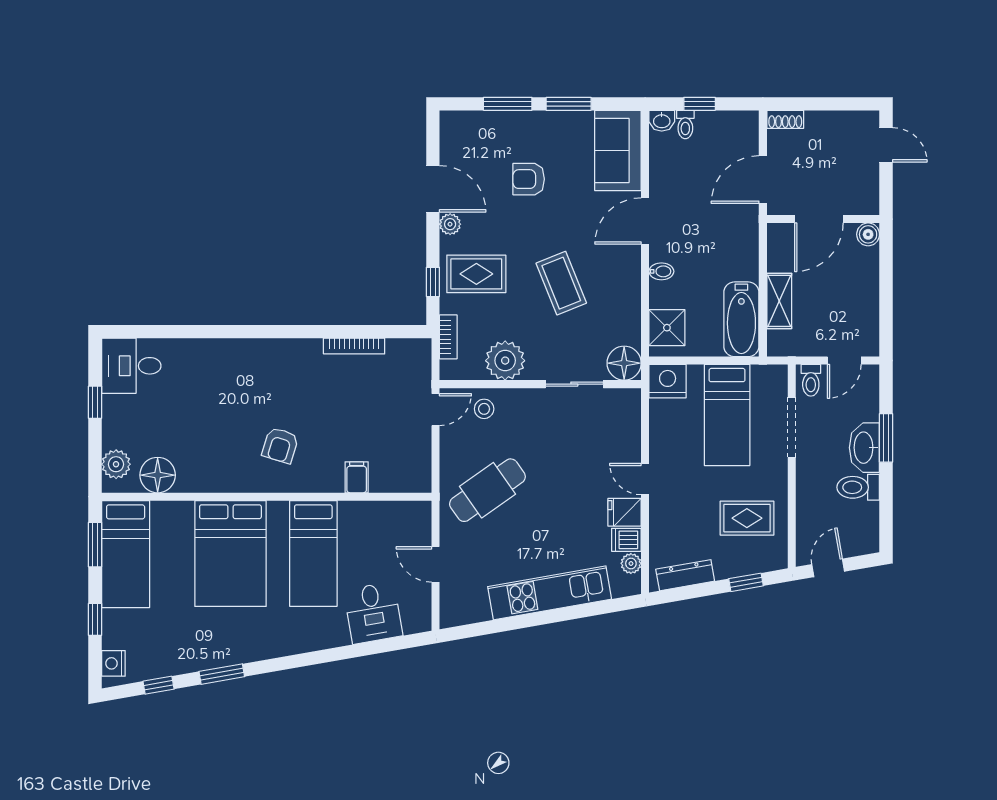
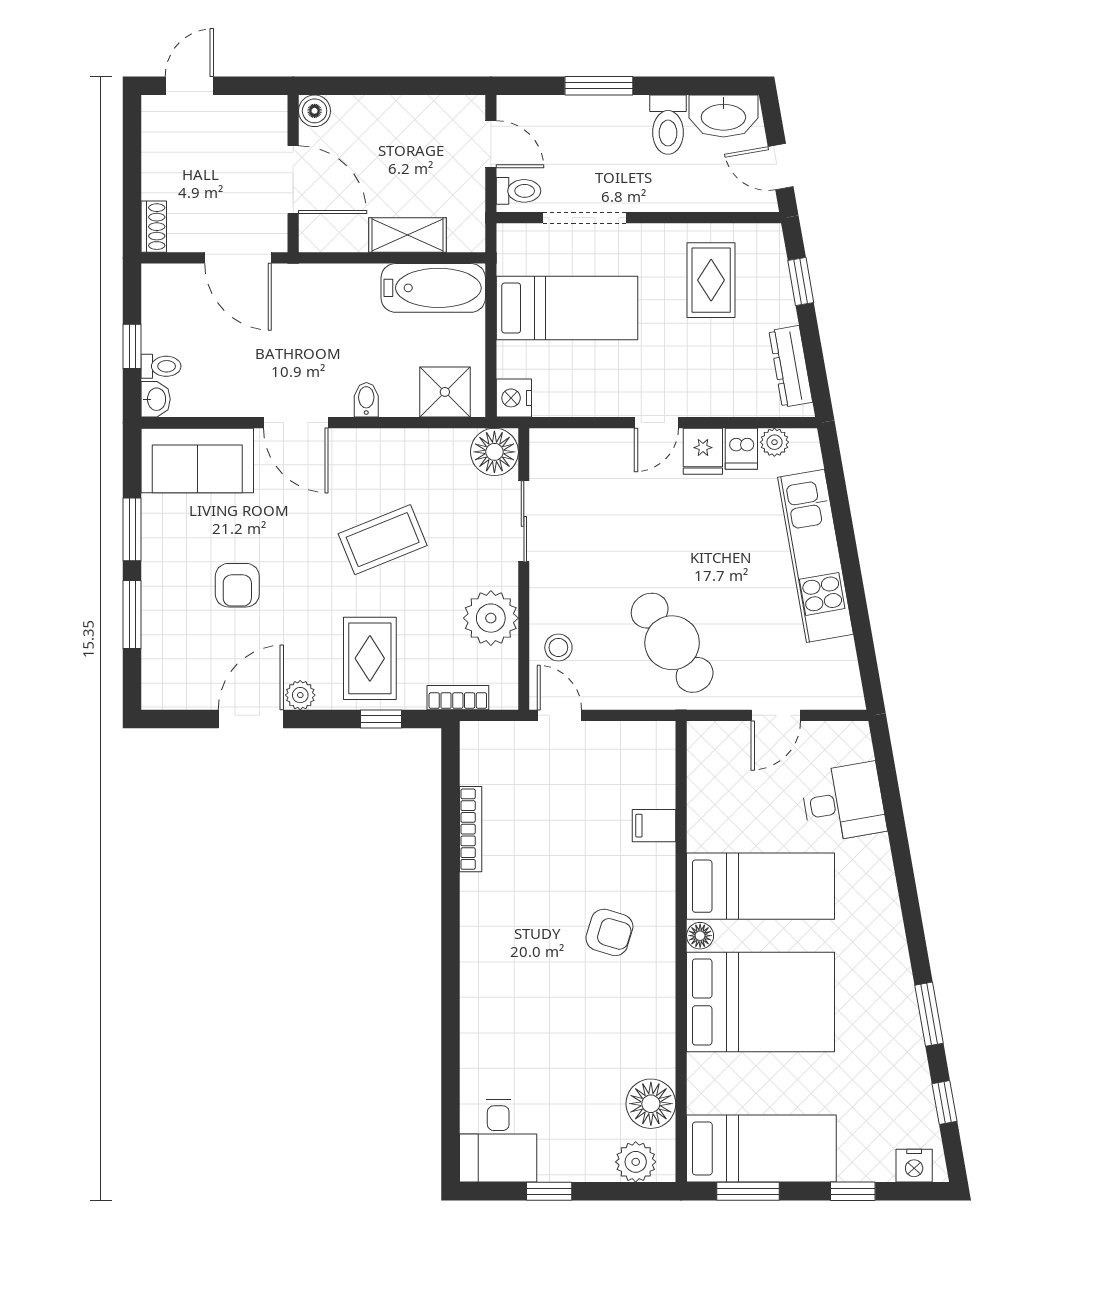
nightstand: (668, 381) -> (514, 398), width x0.74, depth x0.75
washbasin: (864, 448) -> (723, 116), moved
floor lamp: (278, 510) -> (700, 936), added

